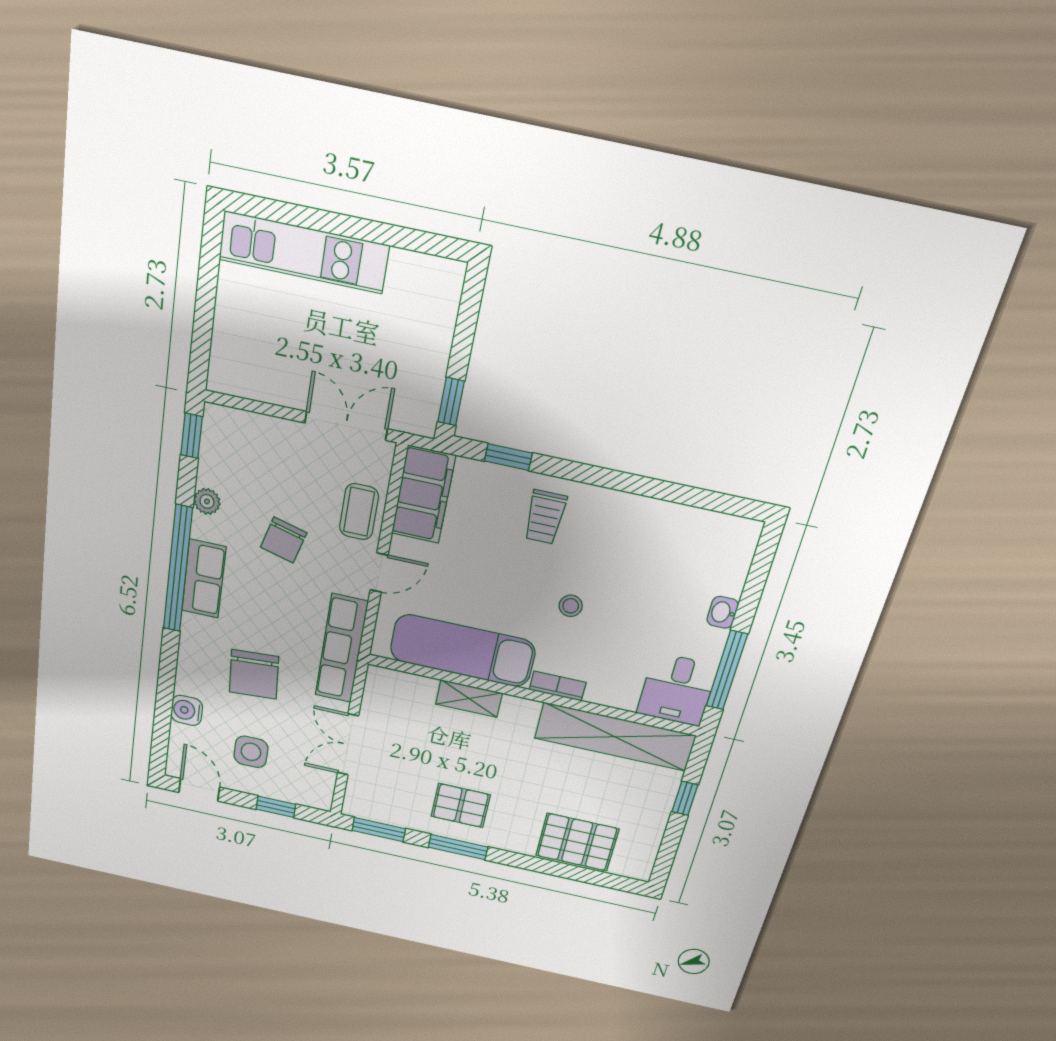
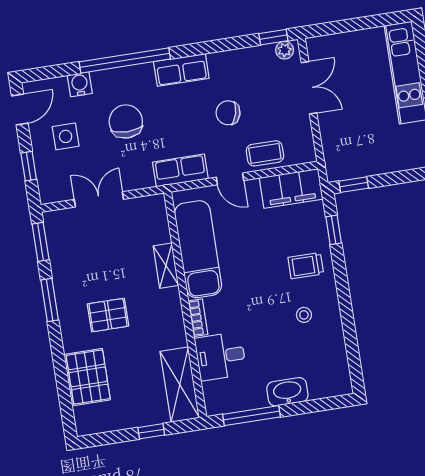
double door: (346, 426) -> (309, 88), moved
plant: (207, 501) -> (285, 50), moved
window: (178, 569) -> (125, 60), moved
stool: (571, 606) -> (304, 315), moved
washbasin: (723, 612) -> (287, 392), width x1.91, depth x1.45
row of seats: (341, 649) -> (180, 170), width x0.68
chair: (254, 674) -> (126, 121), turned 94
desk: (677, 690) -> (221, 356), moved
shelving: (615, 737) -> (180, 385), width x0.68
pallet: (461, 806) -> (108, 315), moved, turned 90

